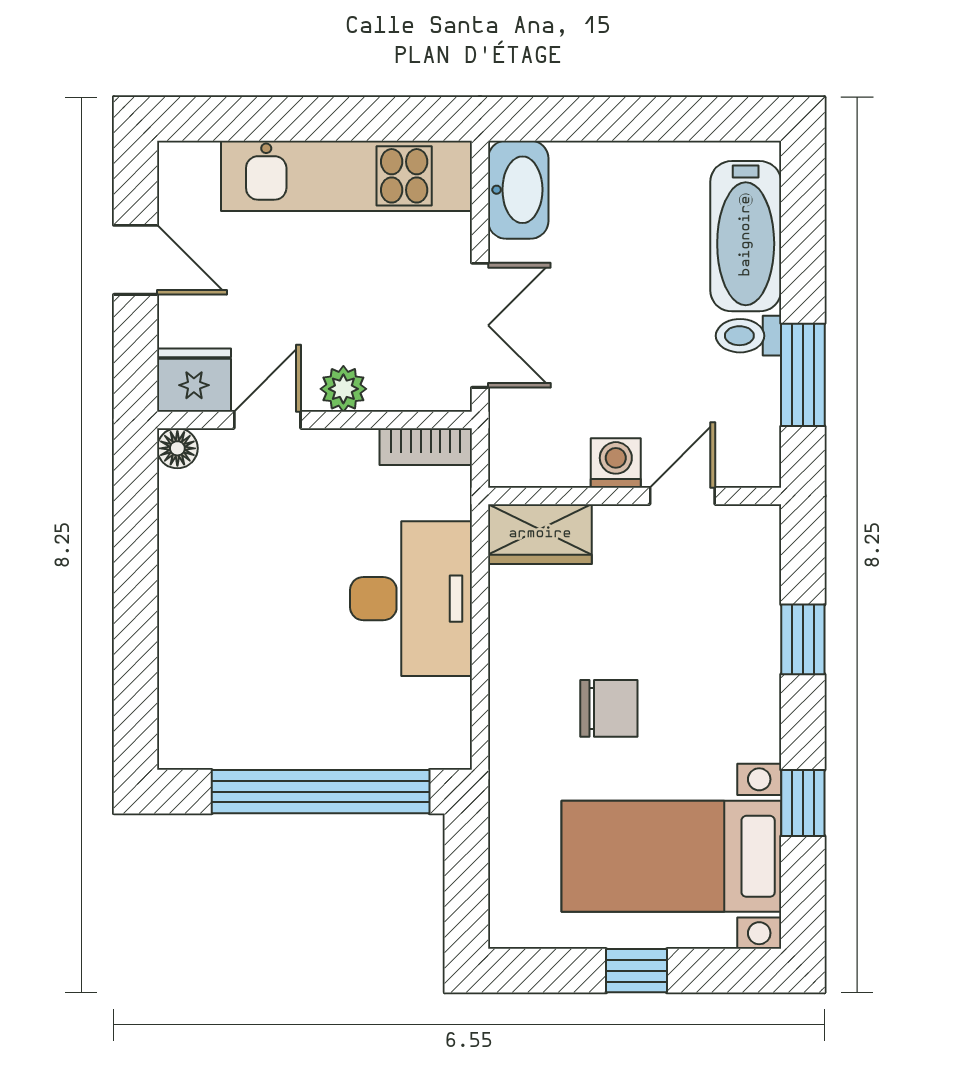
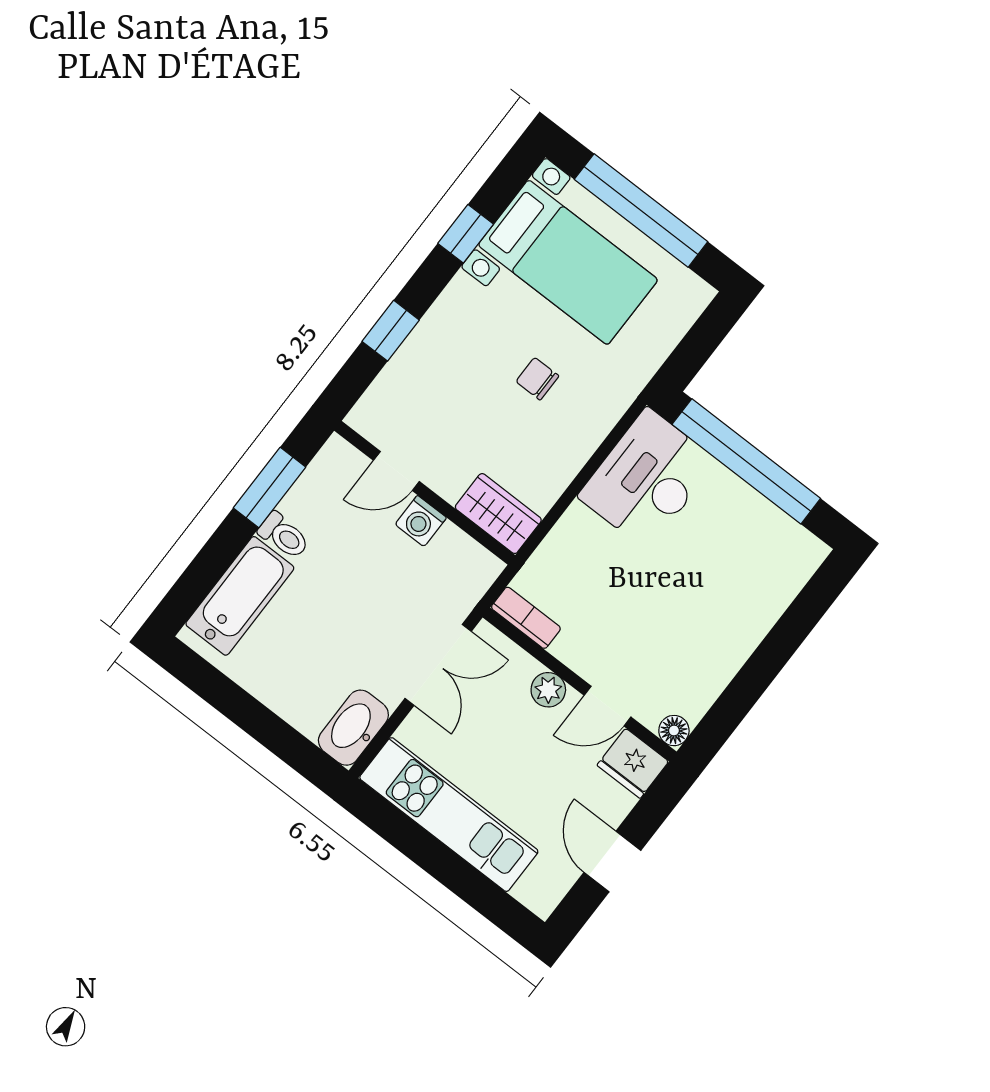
double door: (480, 325) -> (438, 665), swing flipped
desk: (411, 599) -> (647, 479), moved
chair: (609, 708) -> (537, 379), width x0.73, depth x0.73
window: (636, 971) -> (641, 211), width x3.17

